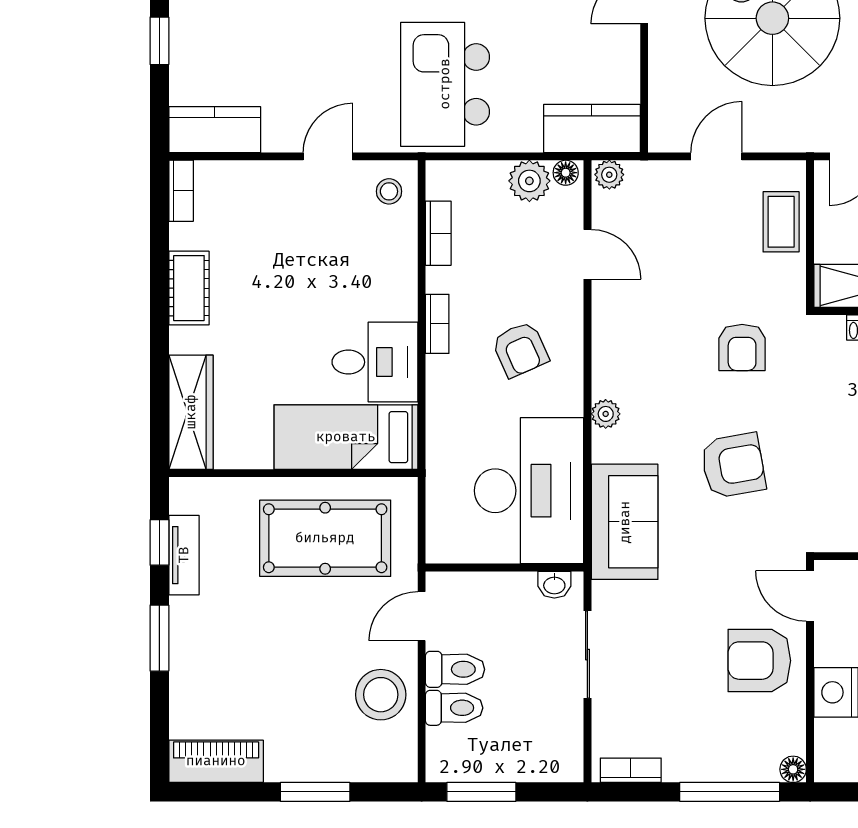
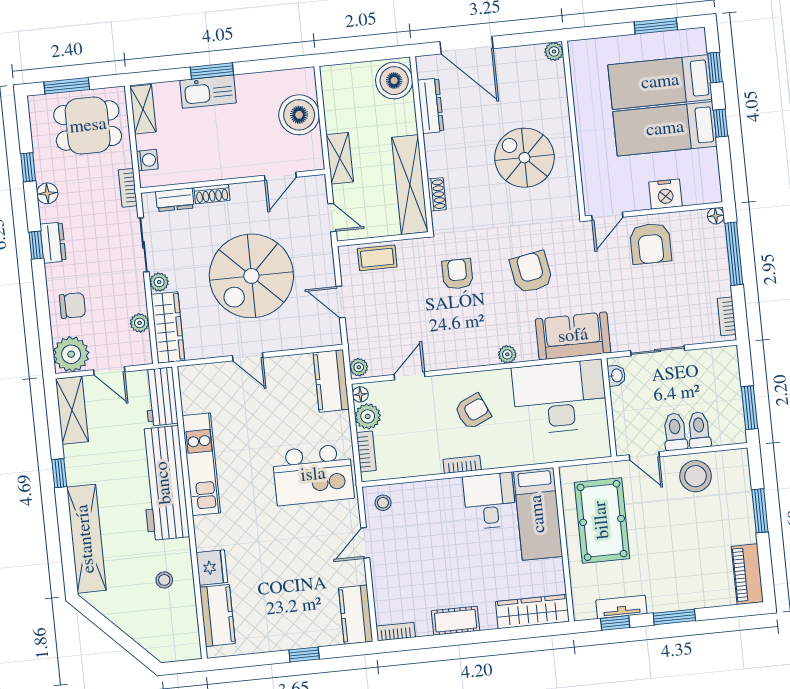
door: (328, 156) -> (365, 543), hinge flipped
bookcase: (438, 233) -> (366, 452), moved, turned 90
armchair: (742, 347) -> (458, 274), turned -90

